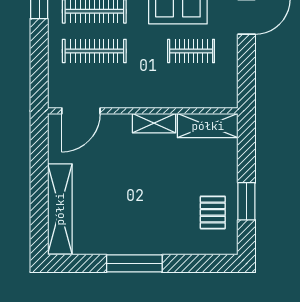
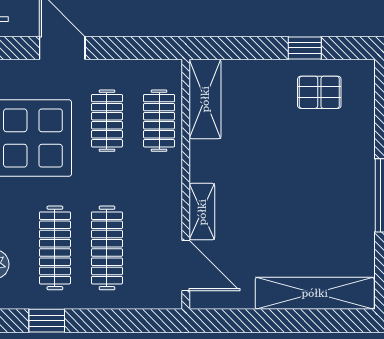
clothes rail: (191, 91) -> (159, 121), added
shelving: (154, 123) -> (202, 212), moved
window: (246, 201) -> (305, 48), width x0.67

